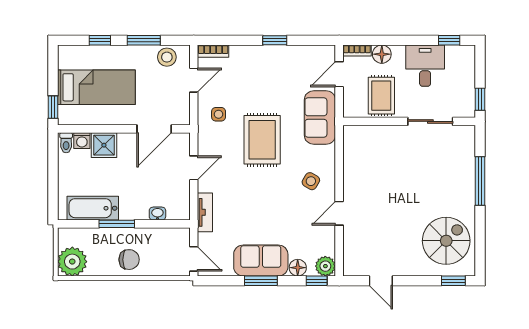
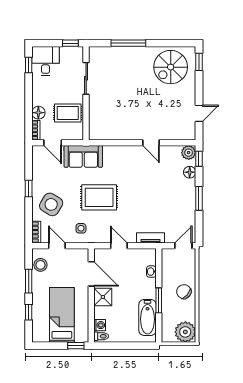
desk: (425, 66) -> (46, 61), moved, turned 90
shower: (104, 145) -> (103, 297), moved
side table: (311, 181) -> (51, 204), moved, width x1.87, depth x1.87
spiral stairs: (446, 241) -> (171, 67), turned -90
chair: (129, 260) -> (184, 292), turned -50
sofa: (261, 261) -> (185, 198), removed

